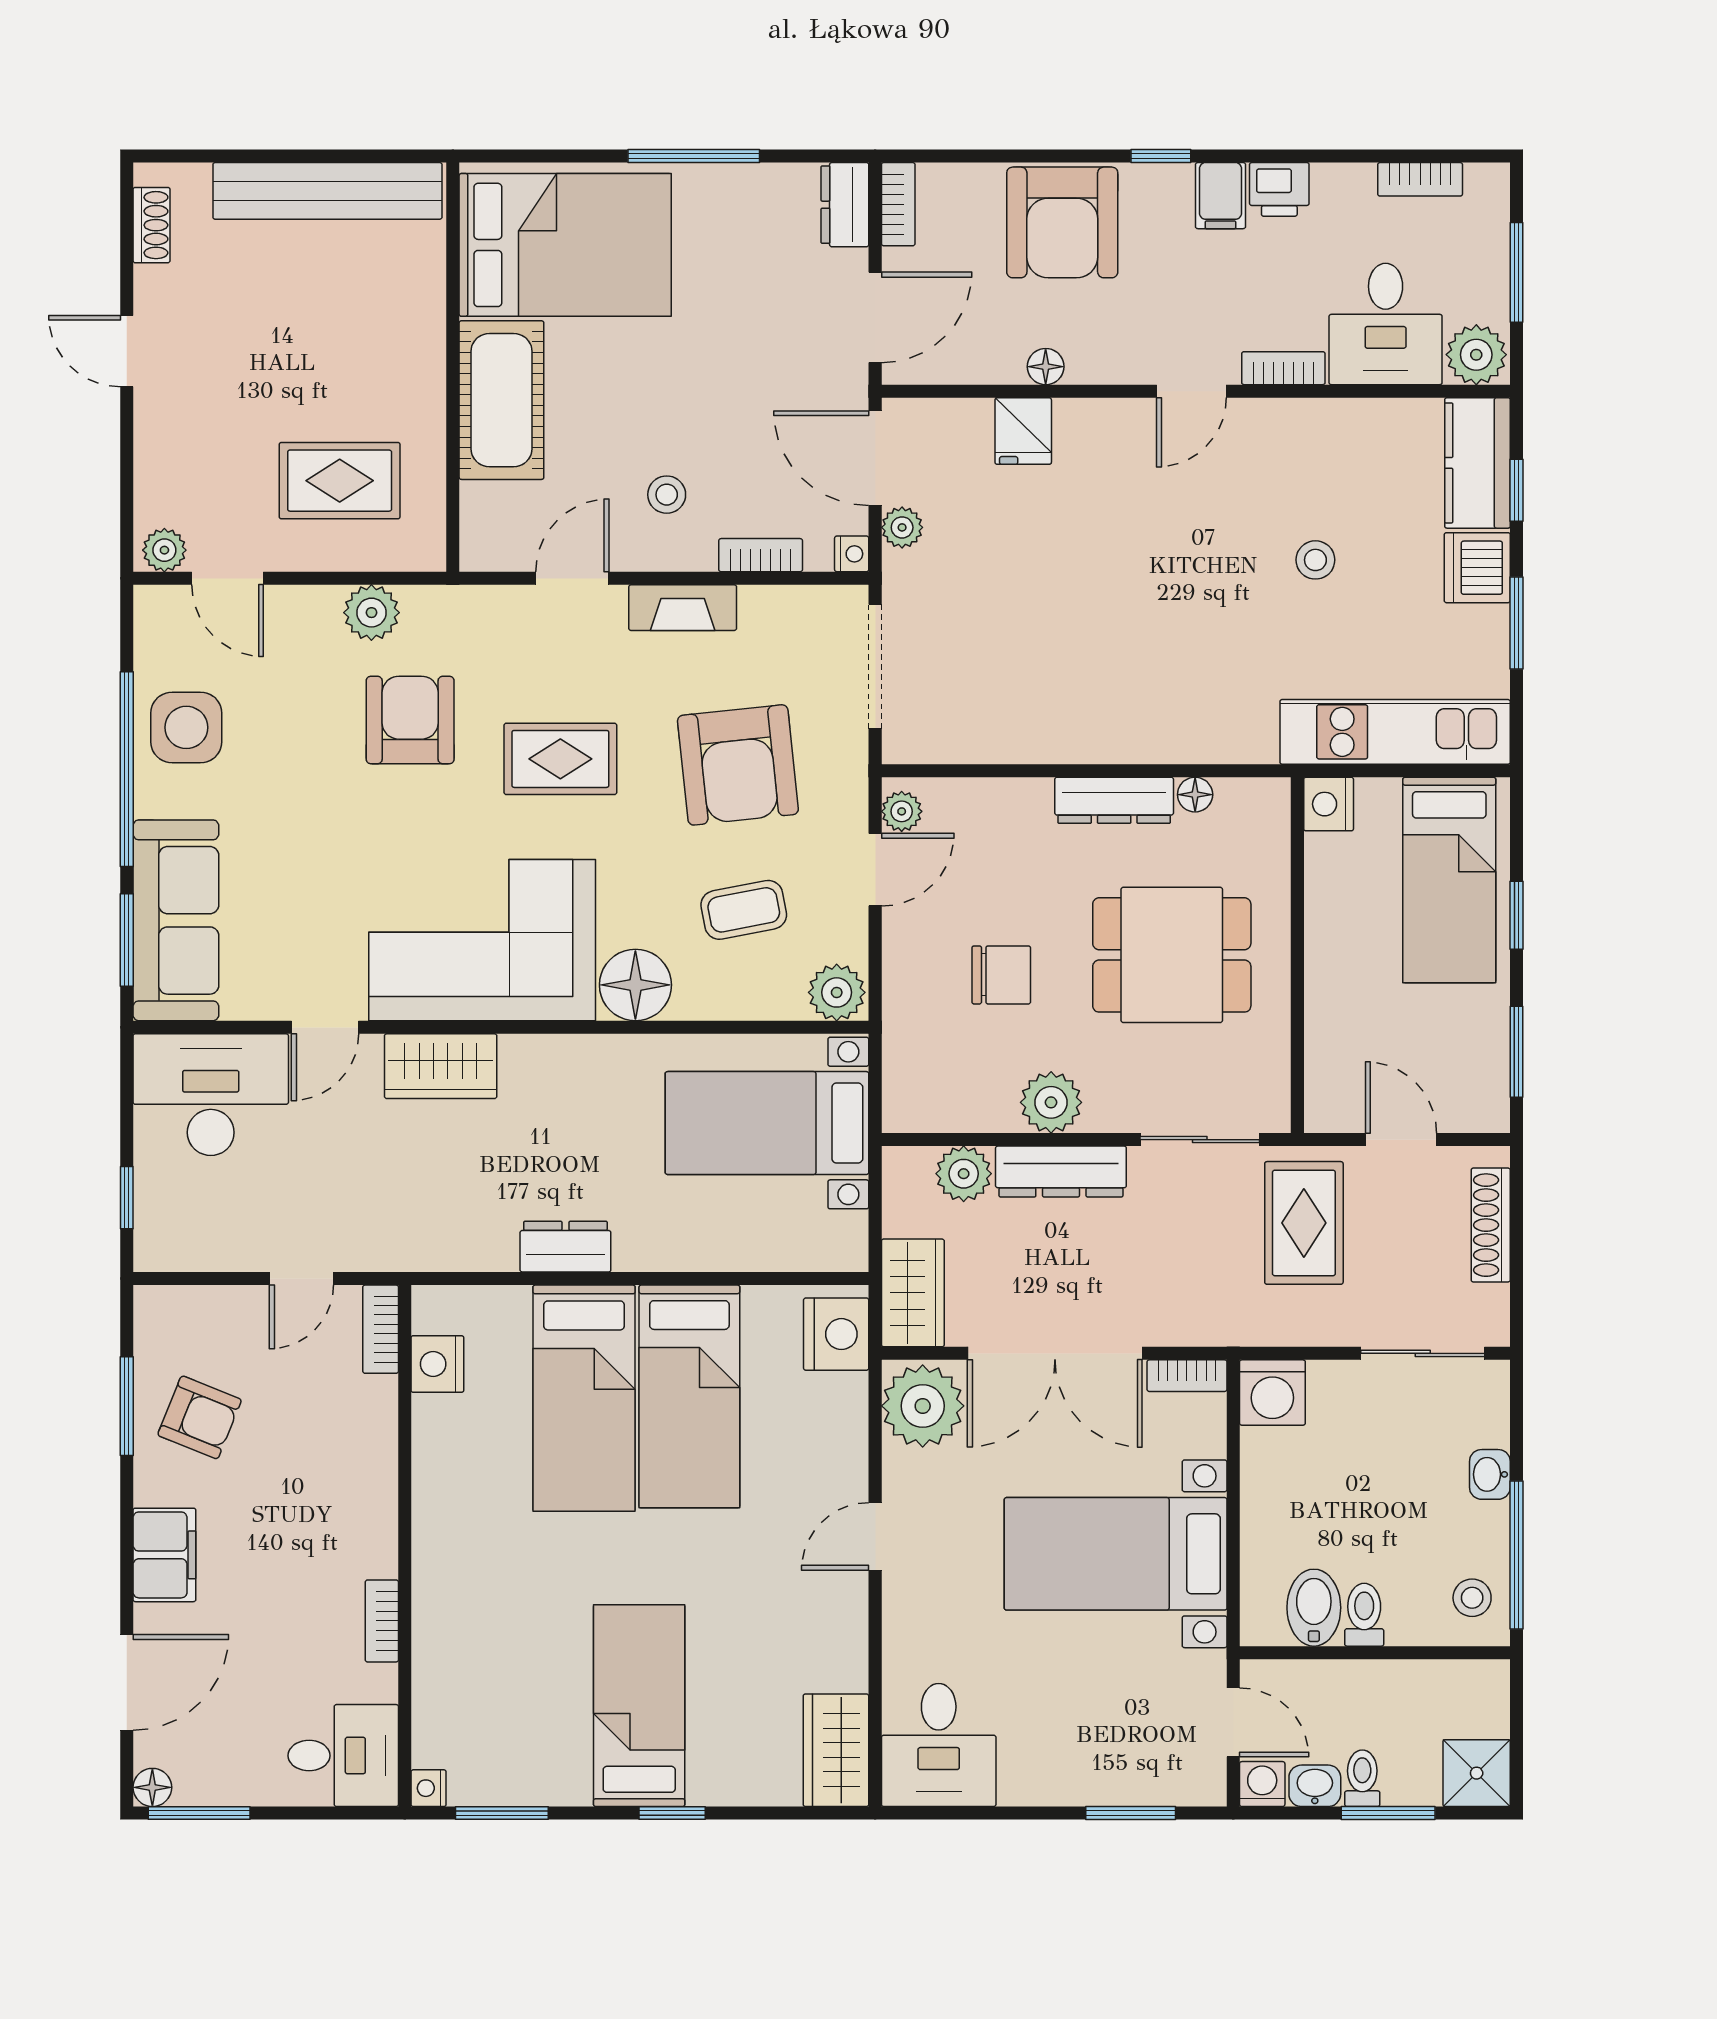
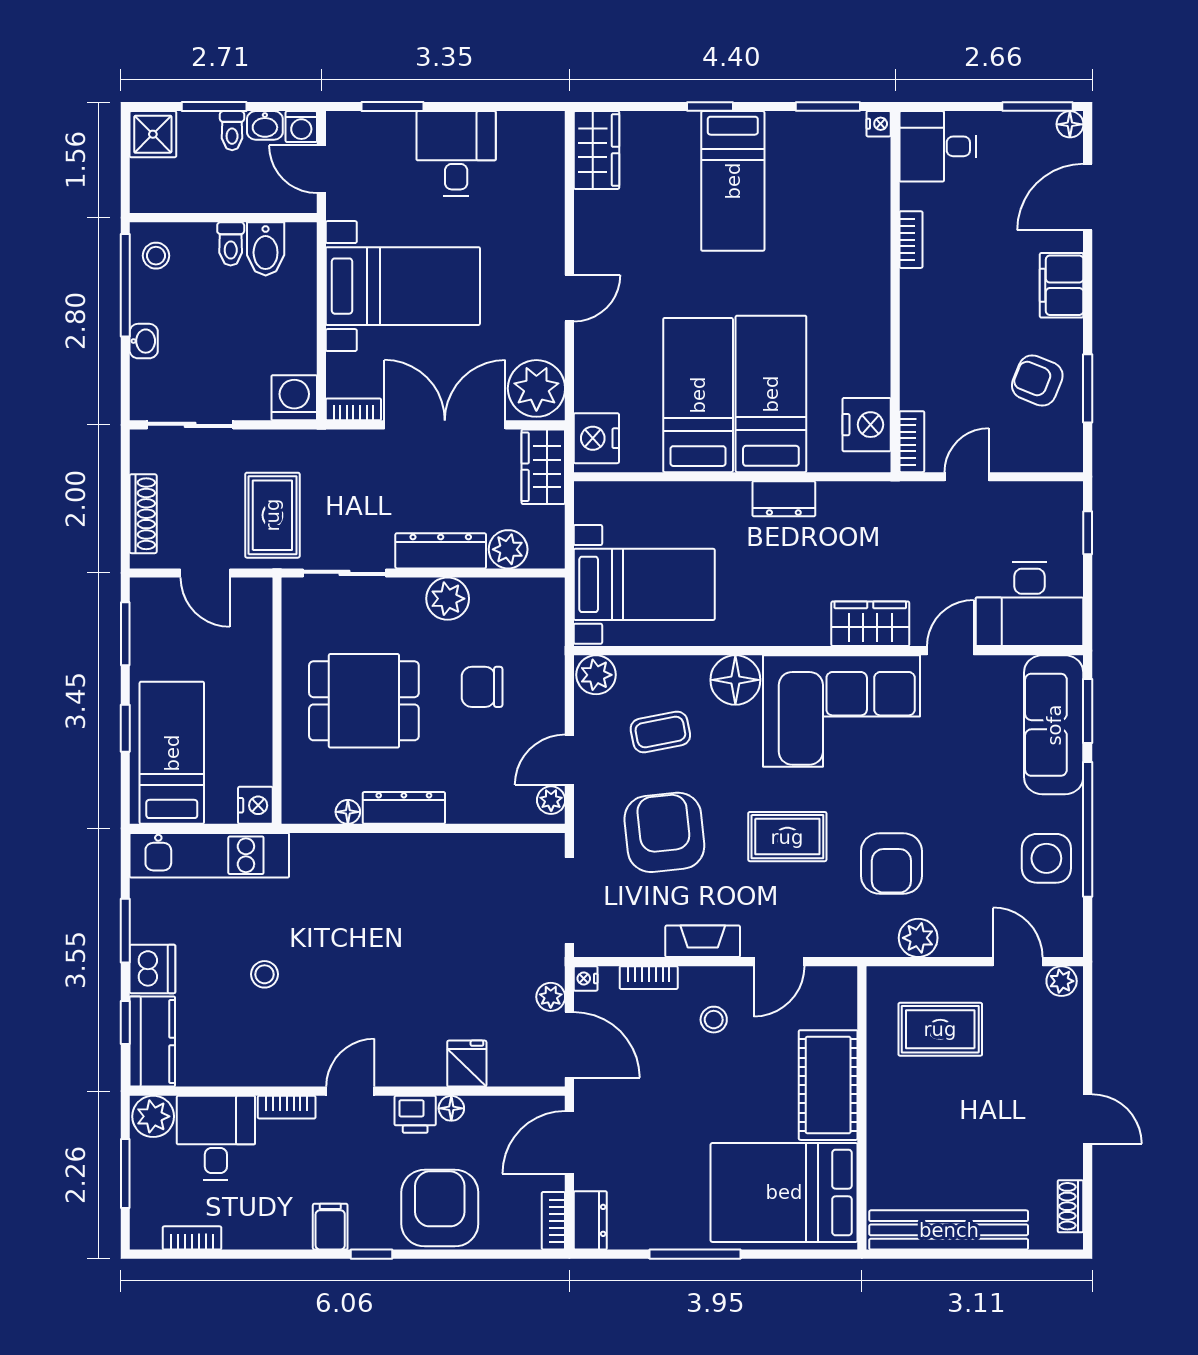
printer: (1279, 189) -> (415, 1114), moved, turned 180
nightstand: (437, 1364) -> (867, 425), width x1.36, depth x1.33
desk: (939, 1745) -> (456, 154), moved

